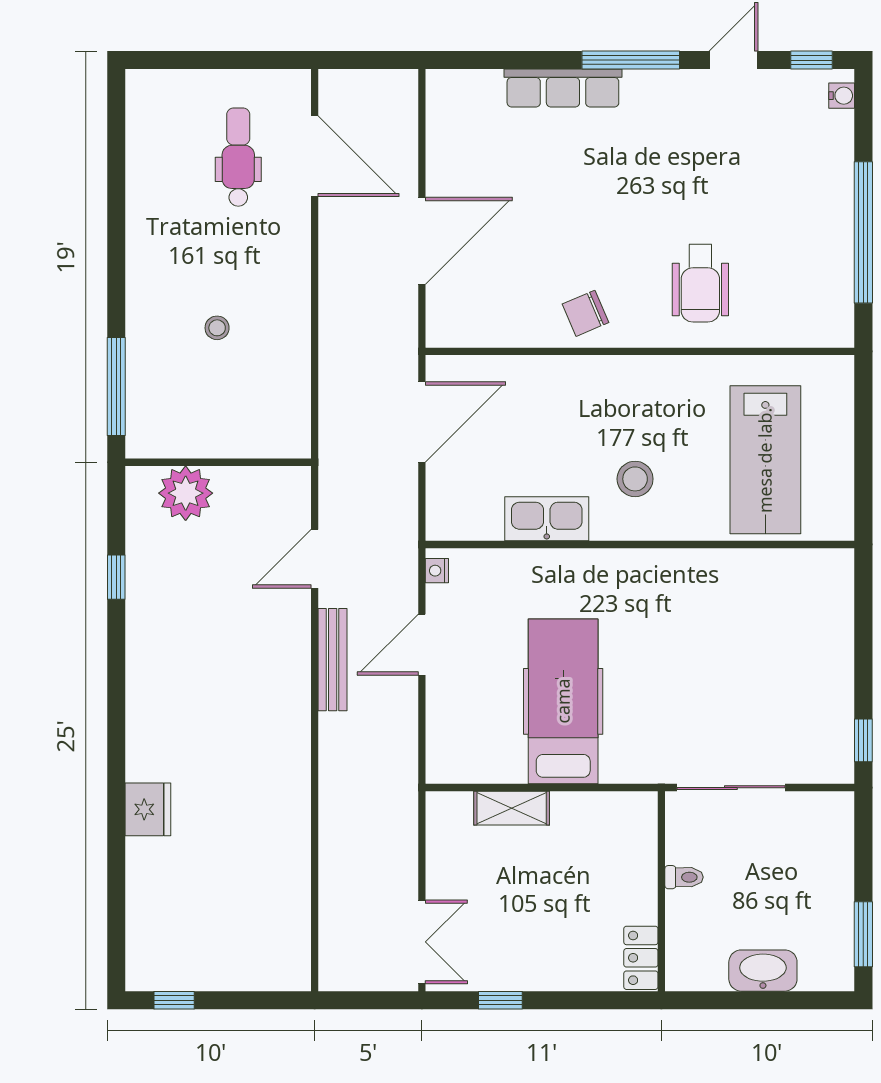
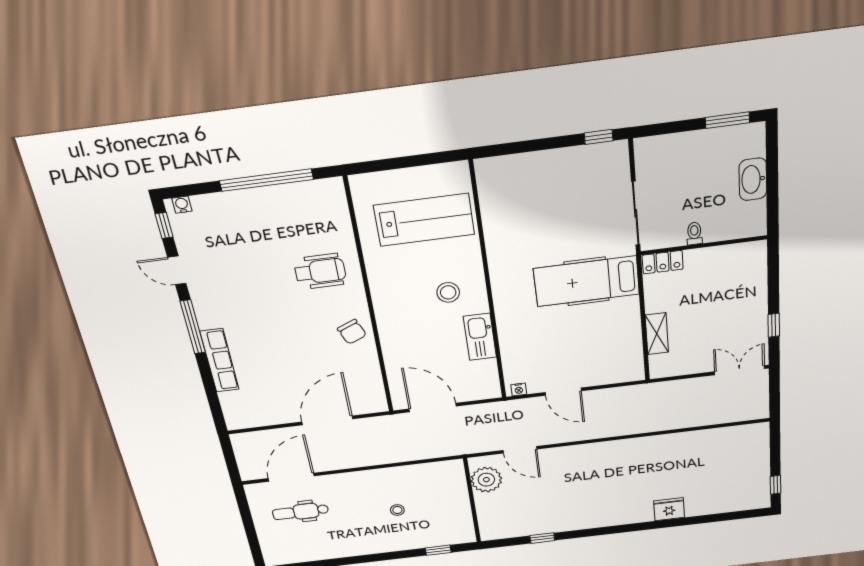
door: (422, 241) -> (327, 420), hinge flipped
window: (116, 386) -> (438, 550), width x0.46
plant: (186, 493) -> (486, 480), moved
bench: (333, 660) -> (577, 434), removed
hospital bed: (563, 701) -> (587, 281), moved
locker: (641, 958) -> (663, 262), moved

